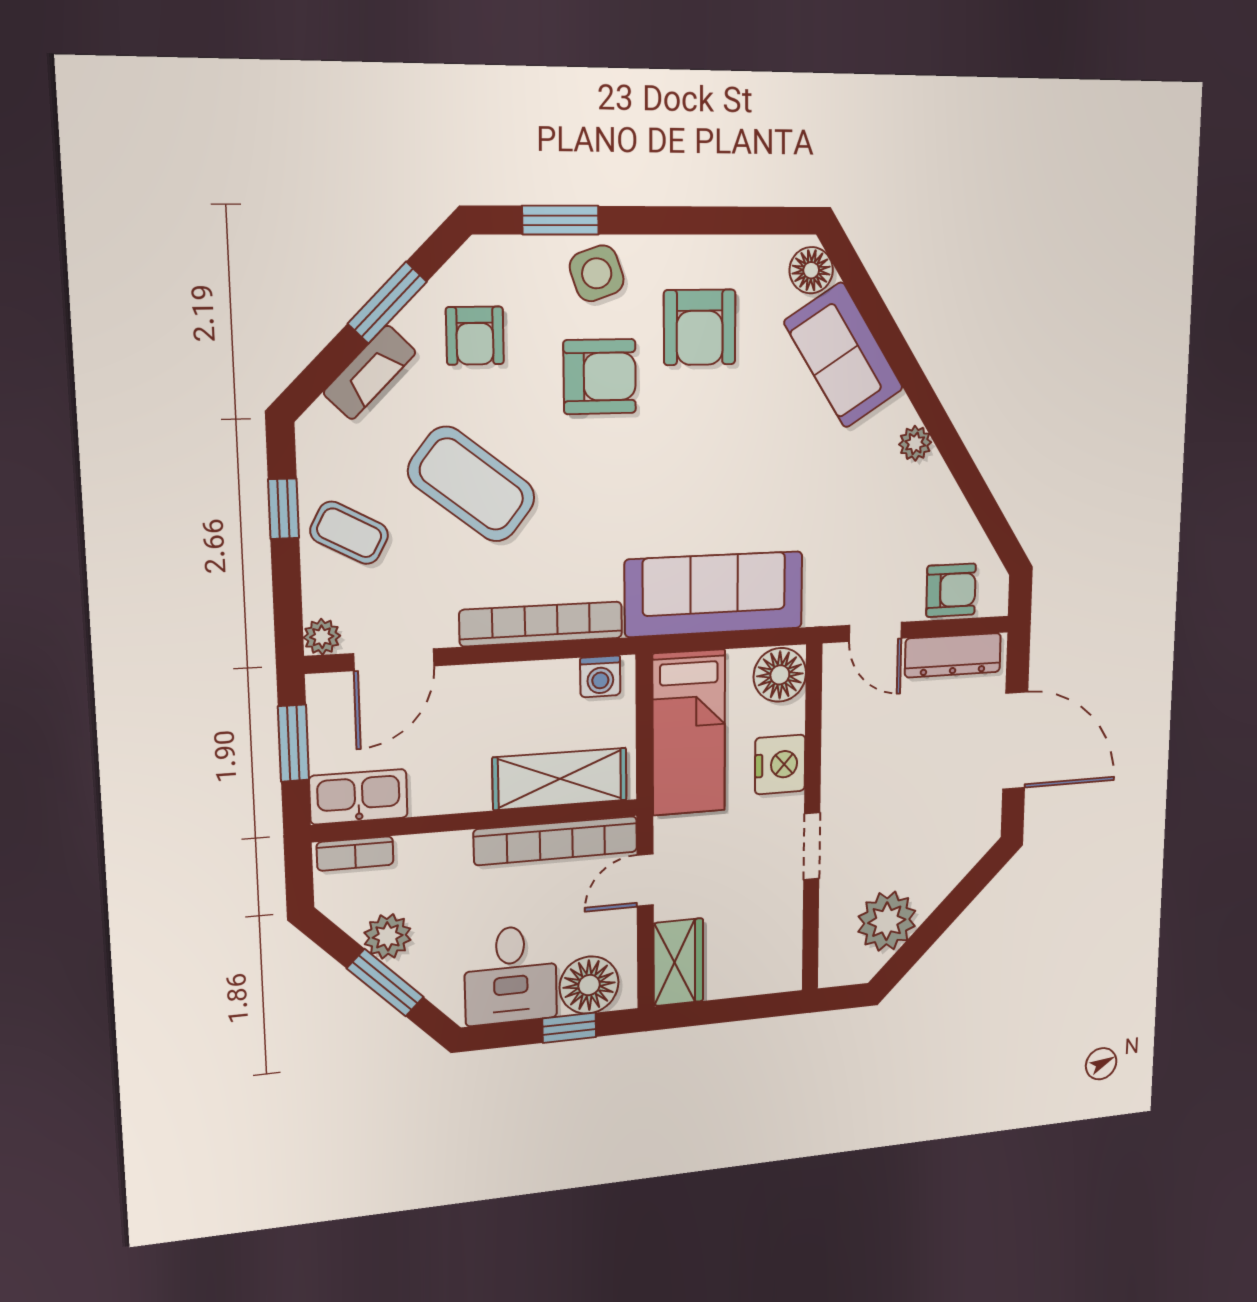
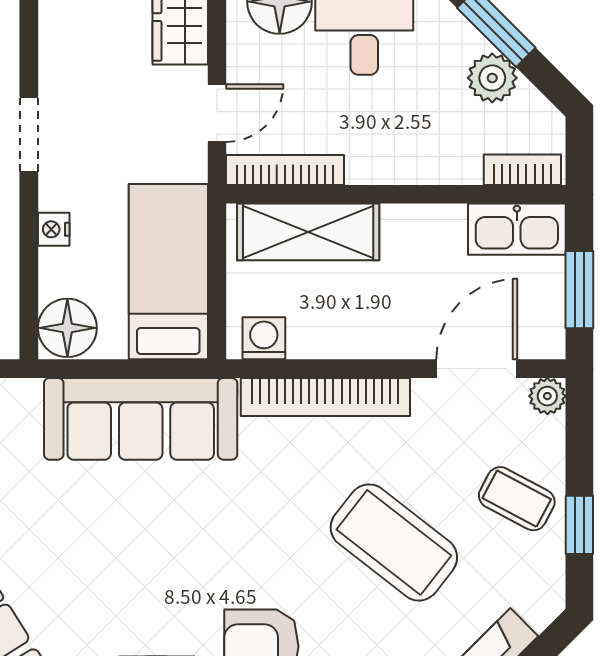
nightstand: (780, 764) -> (54, 229), width x0.53, depth x0.56
bookcase: (556, 841) -> (285, 170), width x0.68, depth x0.76

